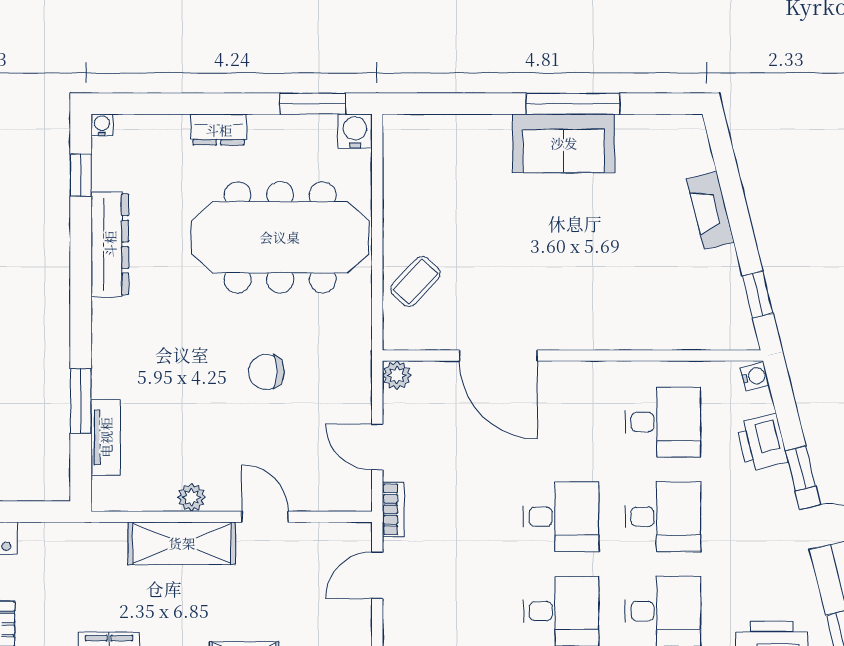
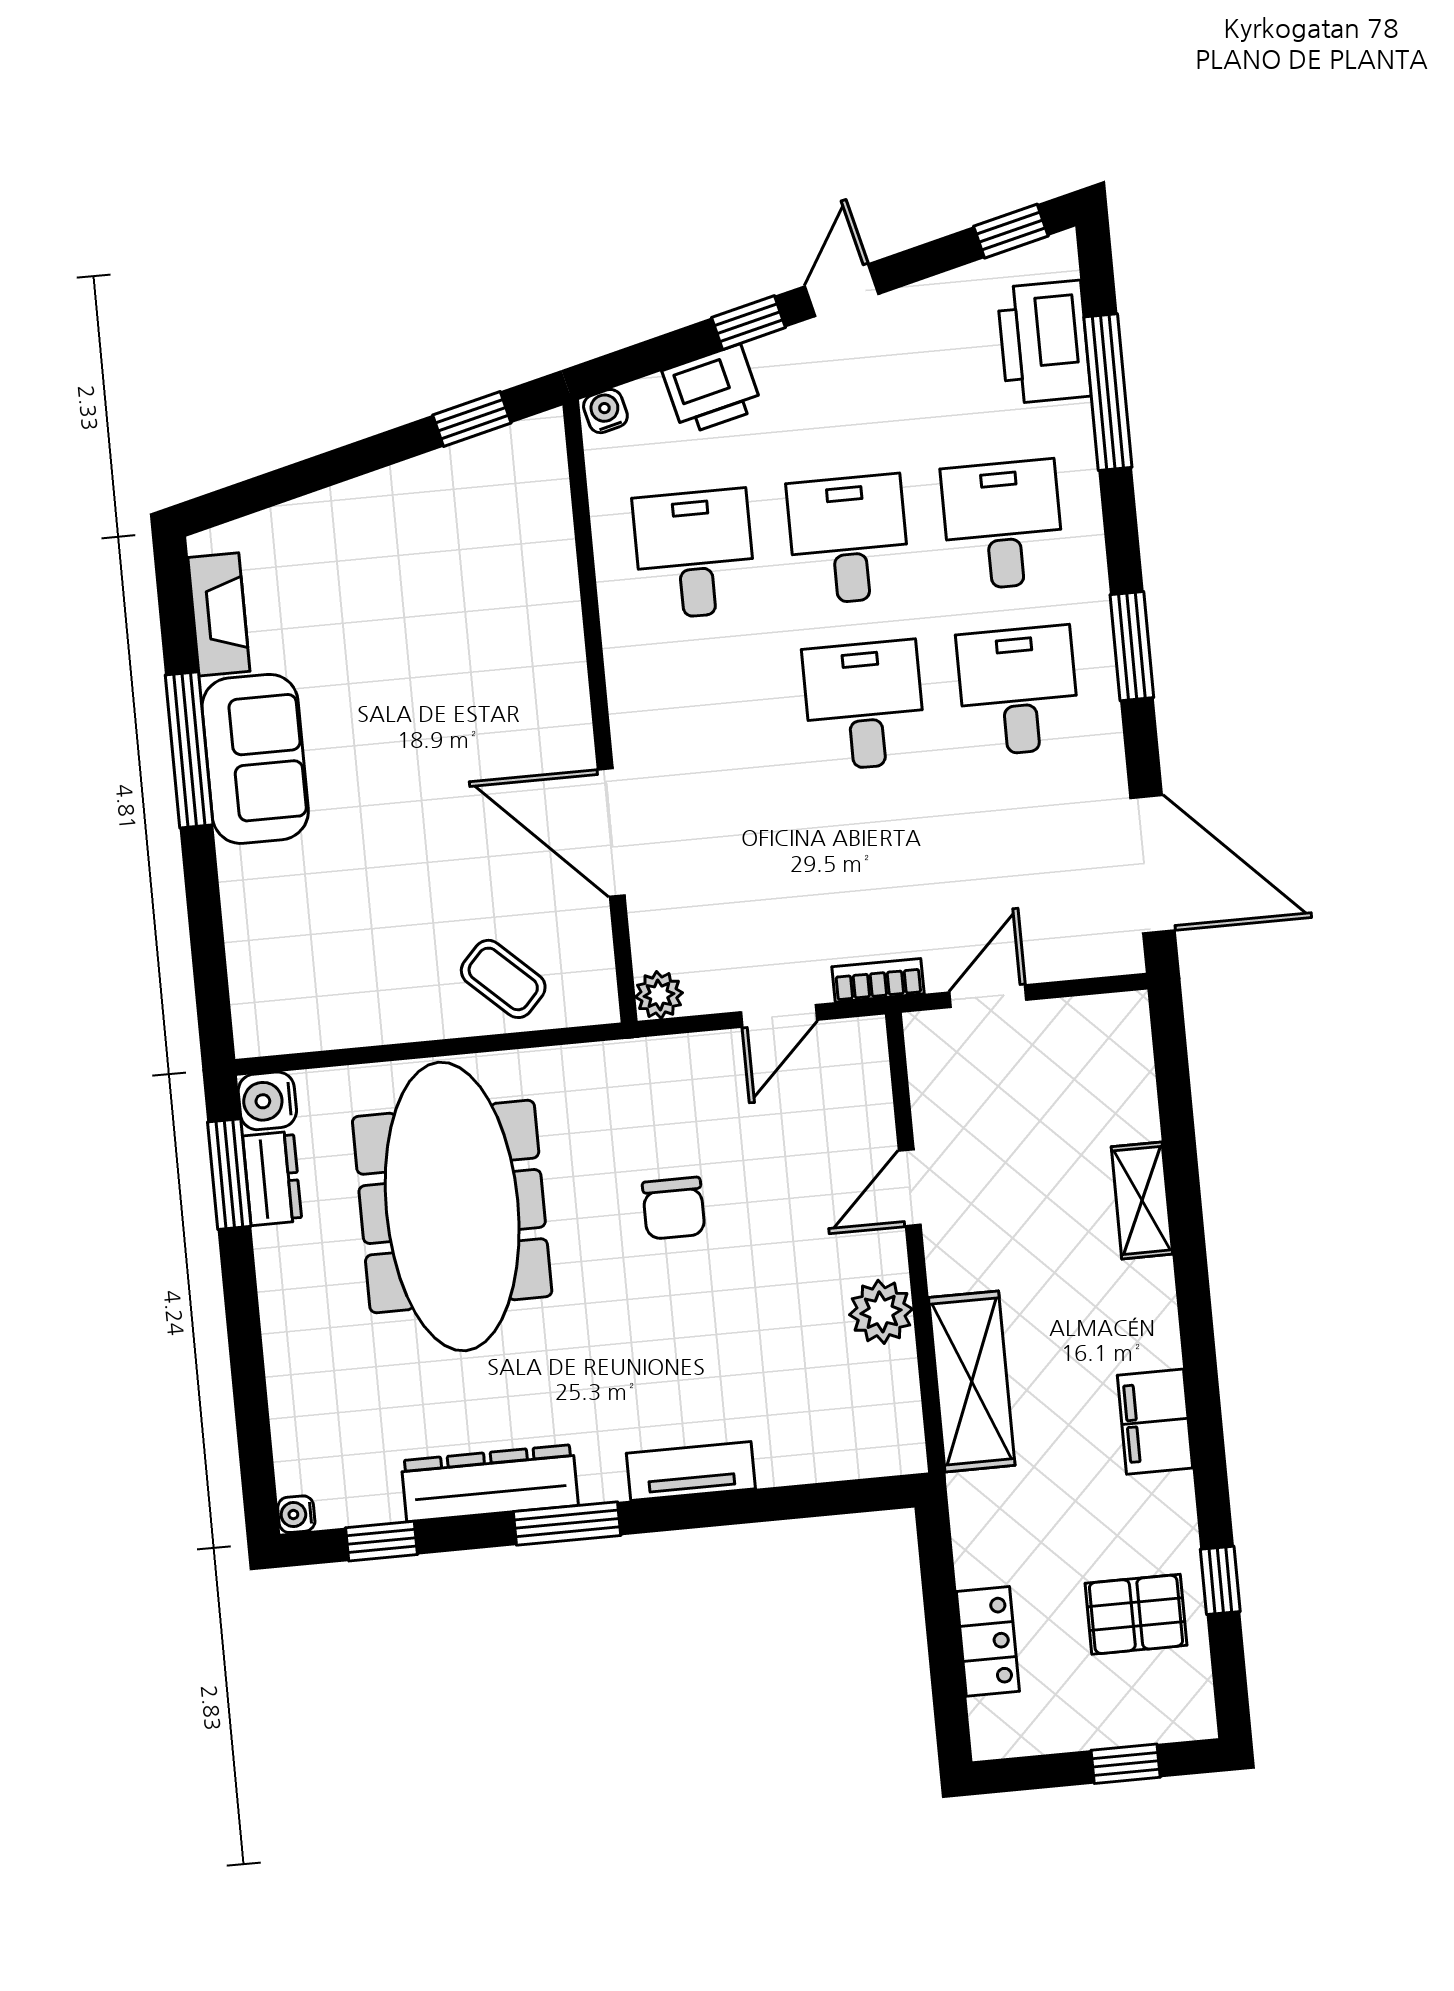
dresser: (219, 130) -> (272, 1178), moved
fireplace: (710, 210) -> (219, 614), moved, turned -76
door: (498, 356) -> (611, 833), swing flipped
window: (81, 401) -> (567, 1524), moved
tv unit: (106, 437) -> (691, 1471), moved
plant: (191, 497) -> (881, 1312), width x1.38, depth x1.38
shelving: (182, 543) -> (972, 1381), moved
door: (377, 575) -> (988, 996), swing flipped

